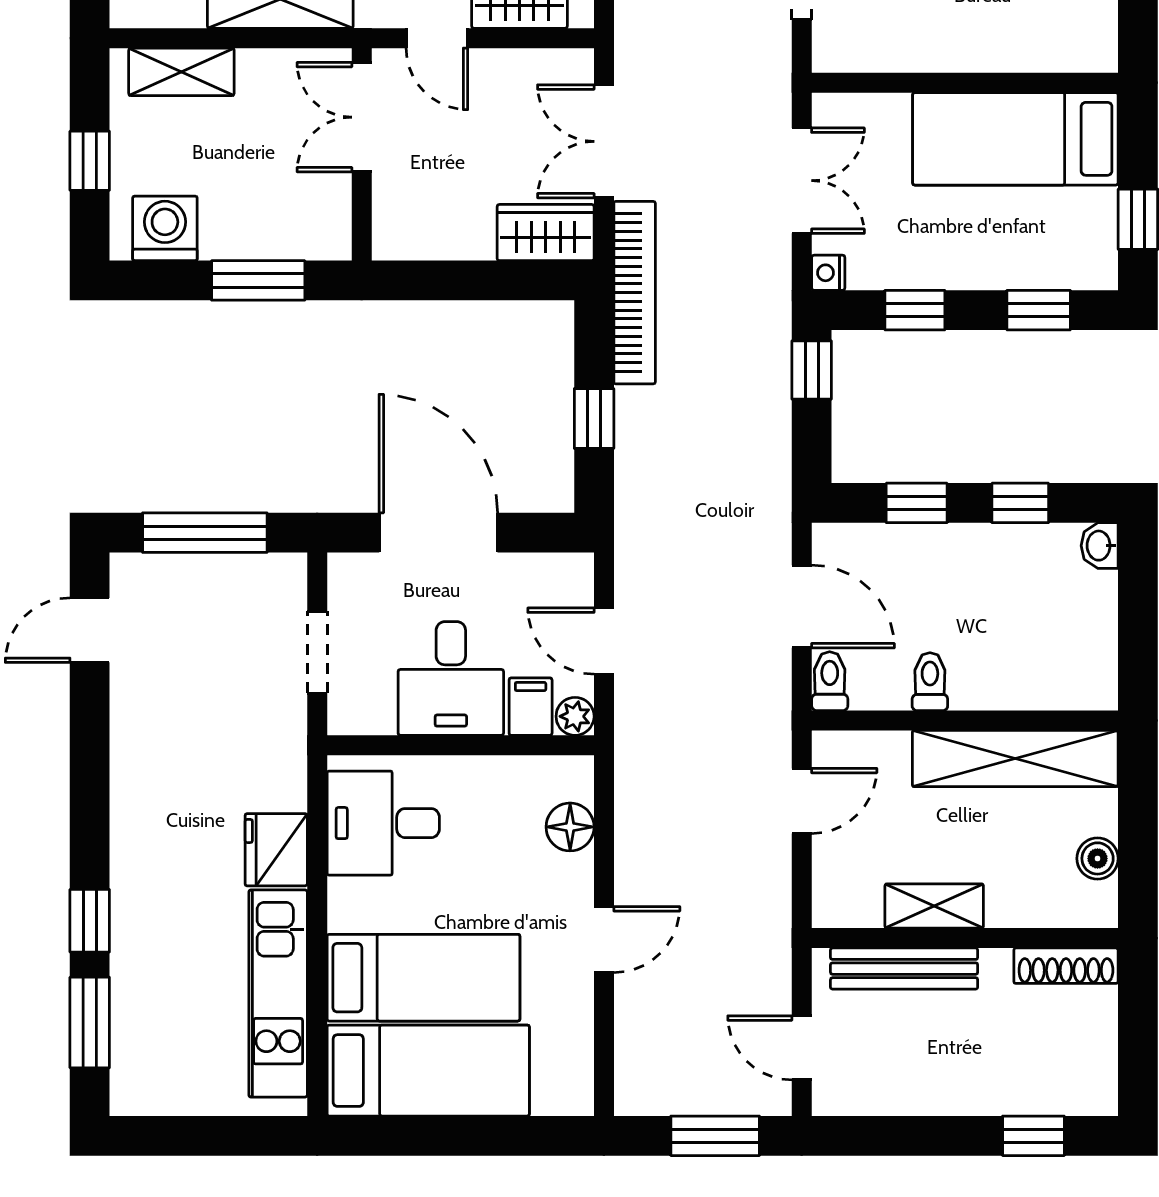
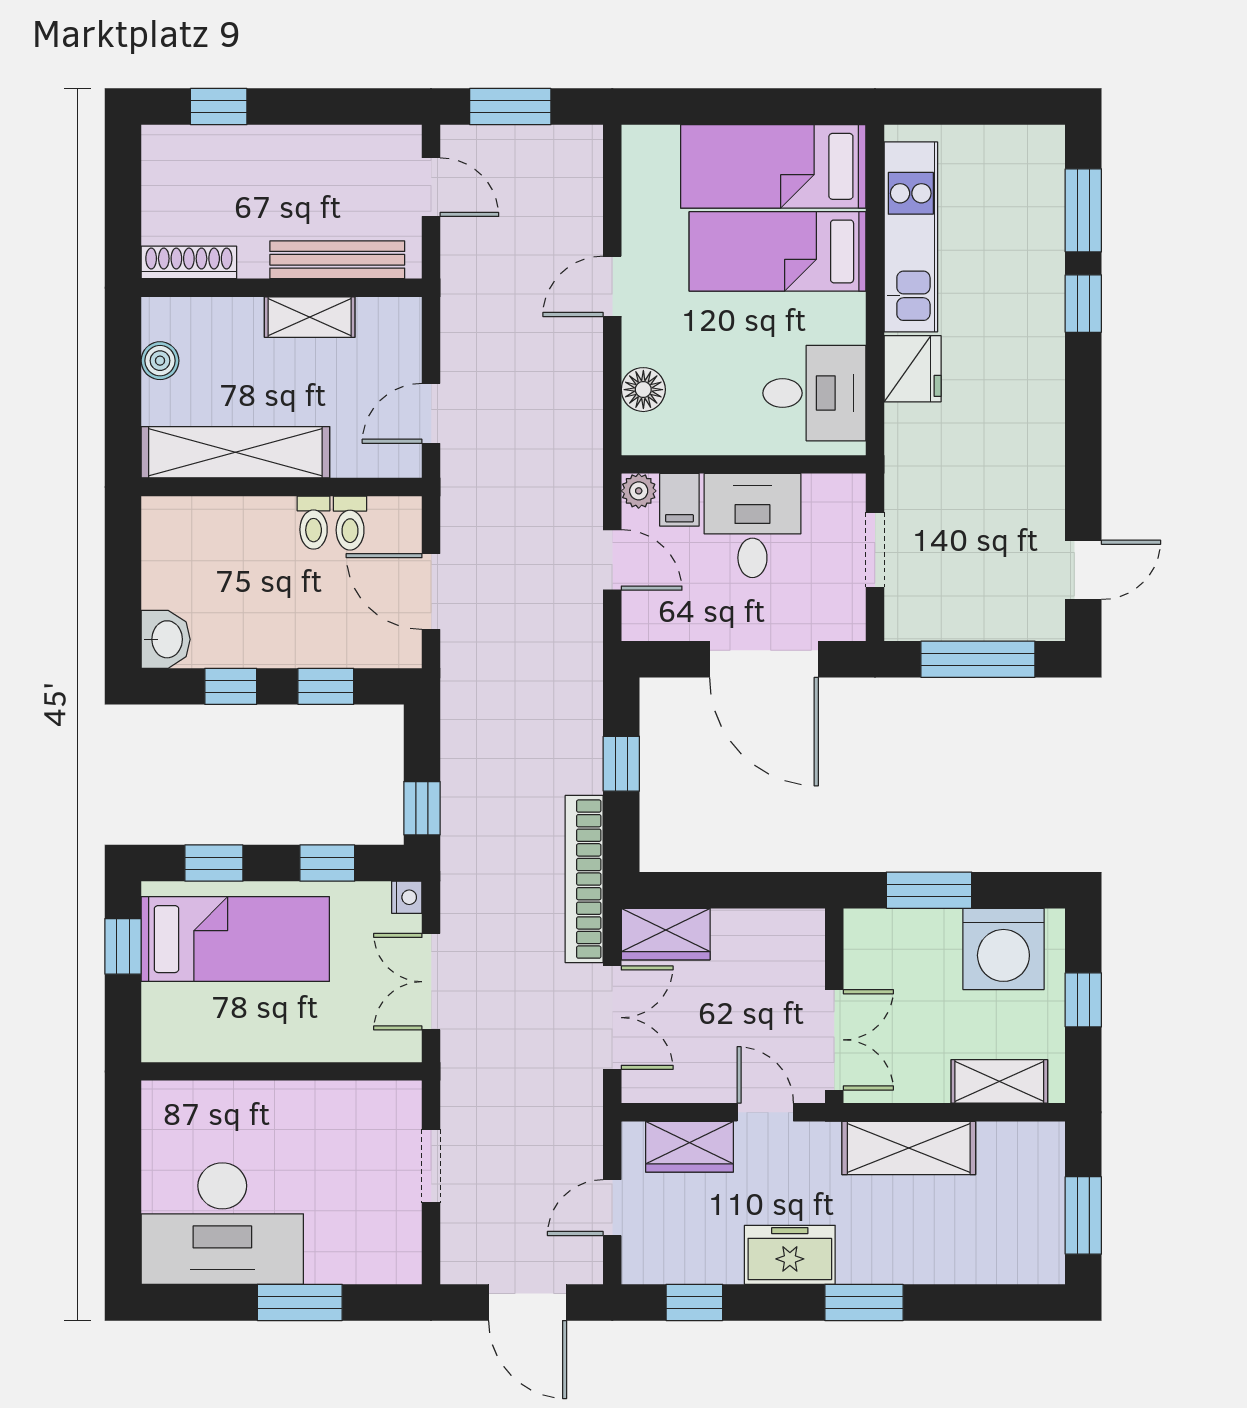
bed: (1015, 139) -> (235, 939), moved
washing machine: (165, 228) -> (1003, 949), width x1.37, depth x1.37
washbasin: (1100, 546) -> (166, 639), width x1.38, depth x1.45
toilet: (830, 681) -> (350, 523), moved

